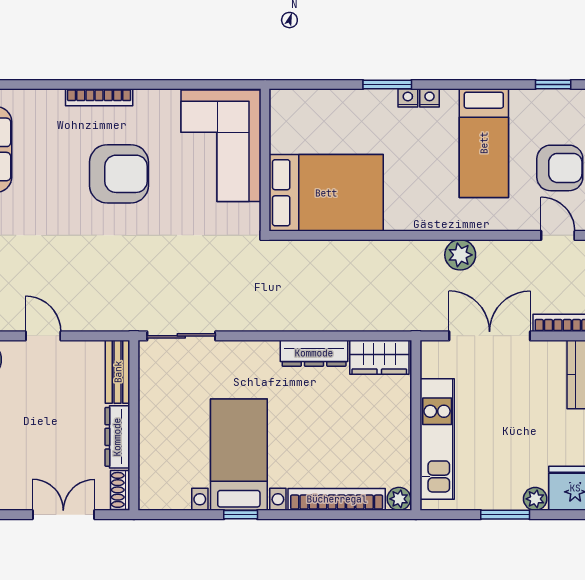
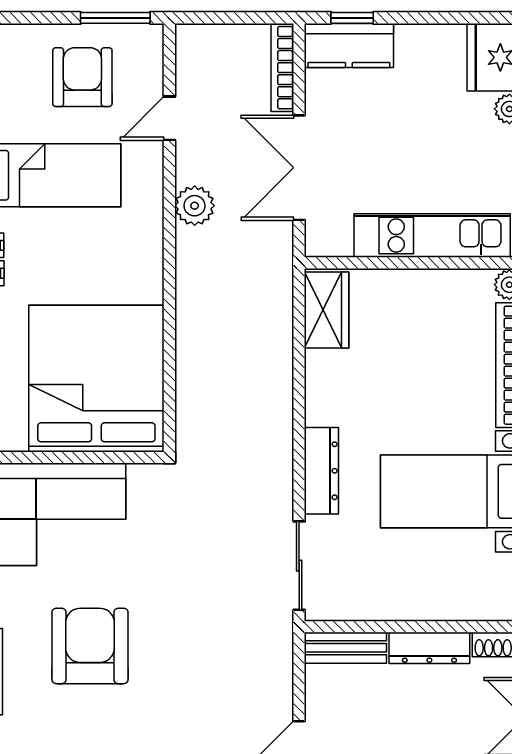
bed: (326, 193) -> (96, 379), width x1.36
door: (558, 235) -> (169, 118), moved
dresser: (314, 353) -> (321, 471), moved

